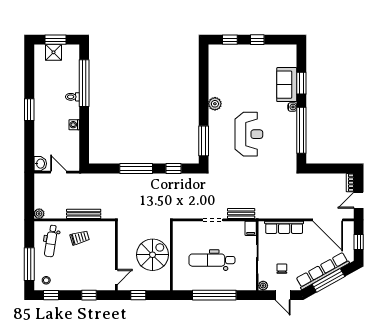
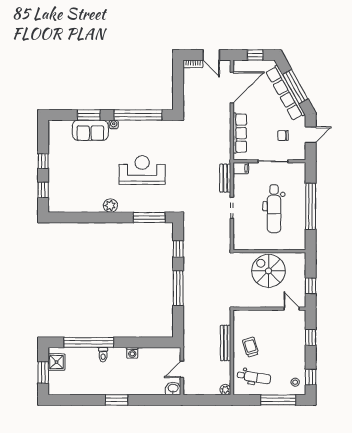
shower: (53, 52) -> (57, 362), moved
plant: (263, 286) -> (301, 155), removed

